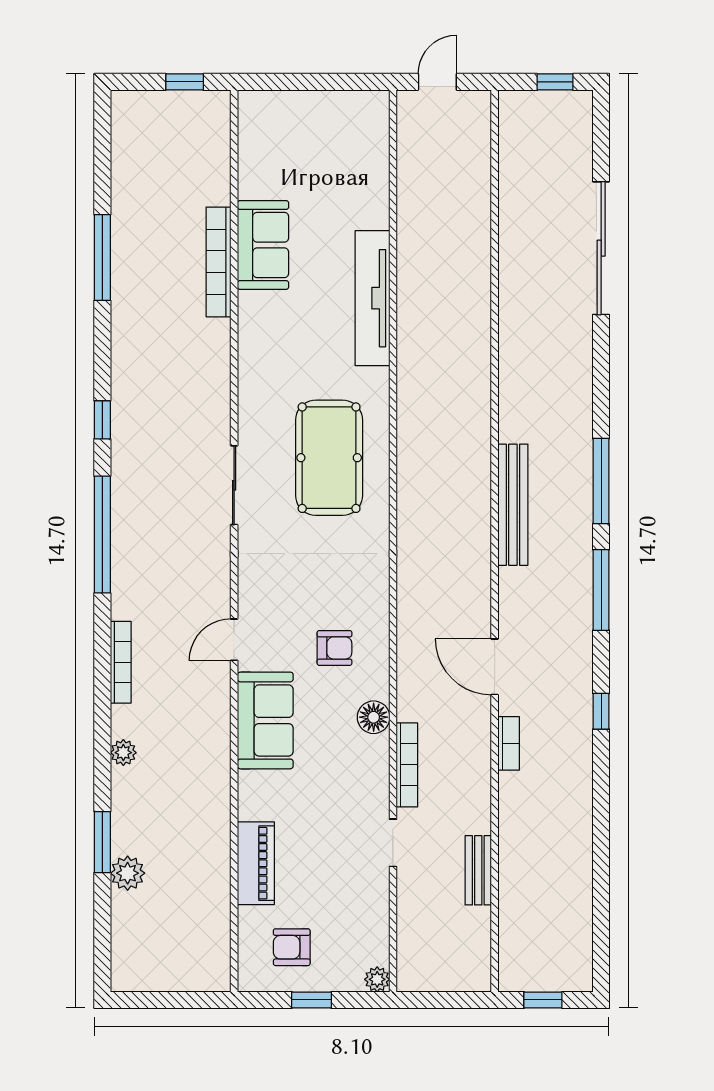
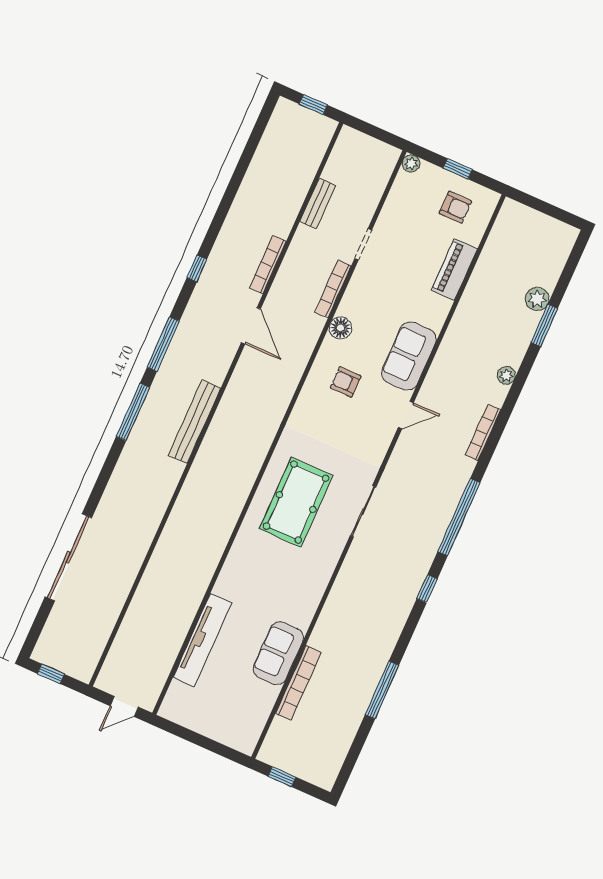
bookcase: (219, 262) -> (298, 683), moved
tv unit: (373, 298) -> (202, 640), moved
bookcase: (509, 743) -> (268, 265), width x1.56

